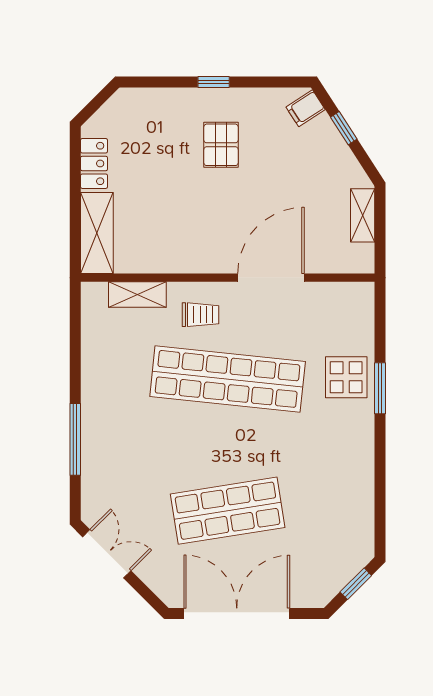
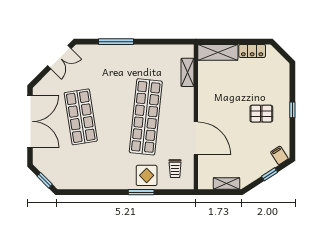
trolley: (201, 315) -> (175, 169), moved

